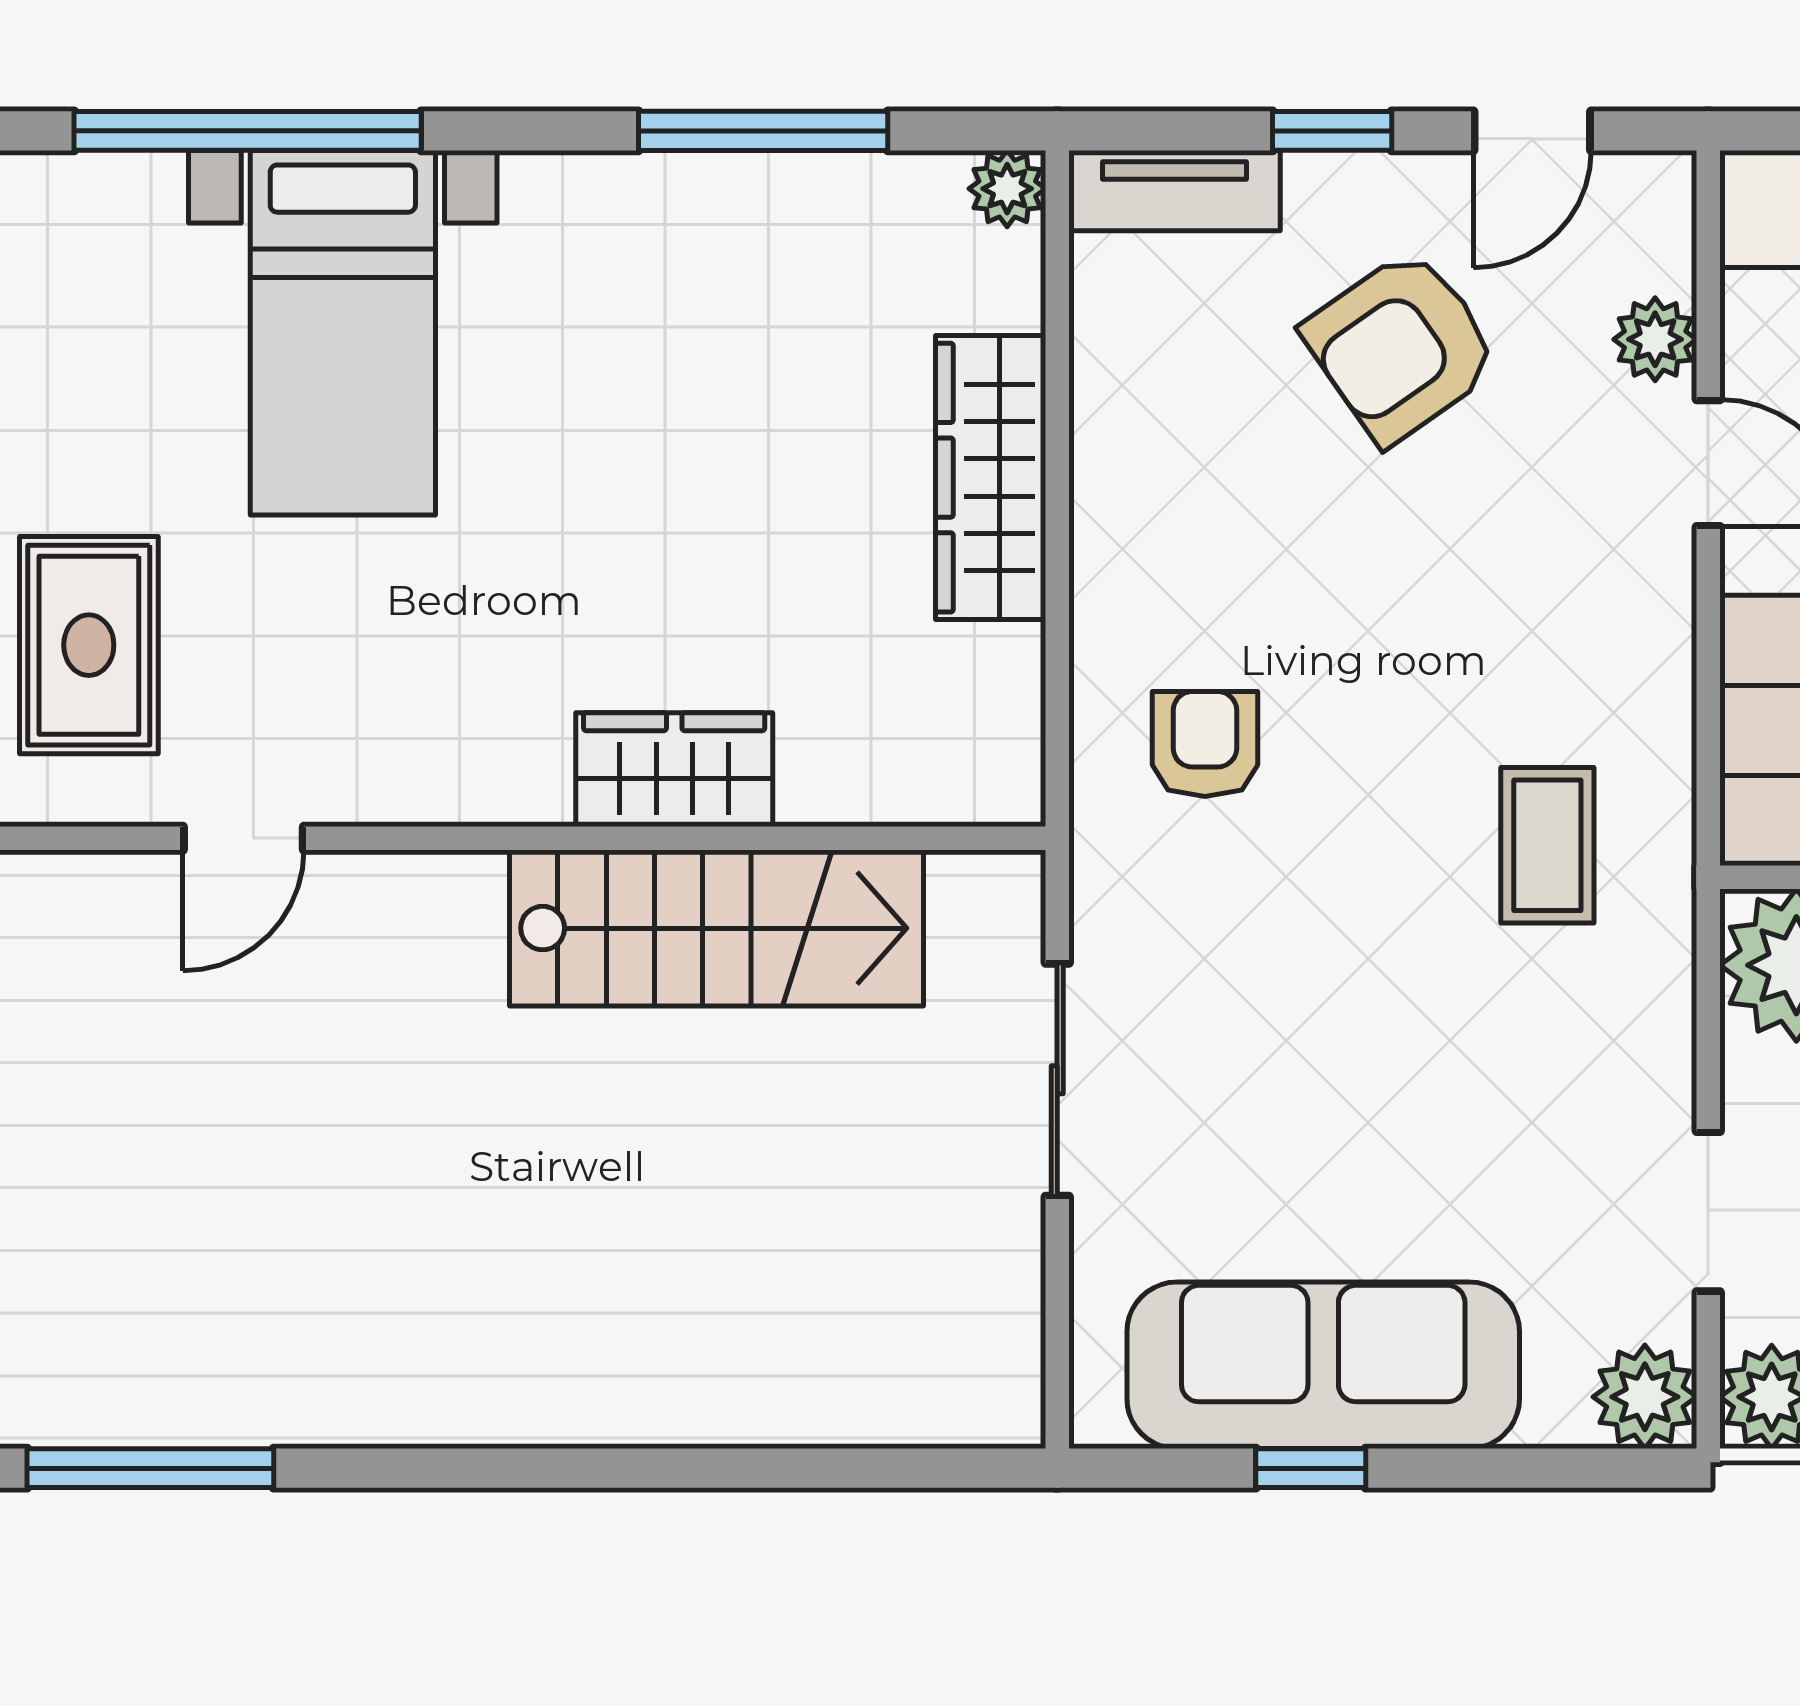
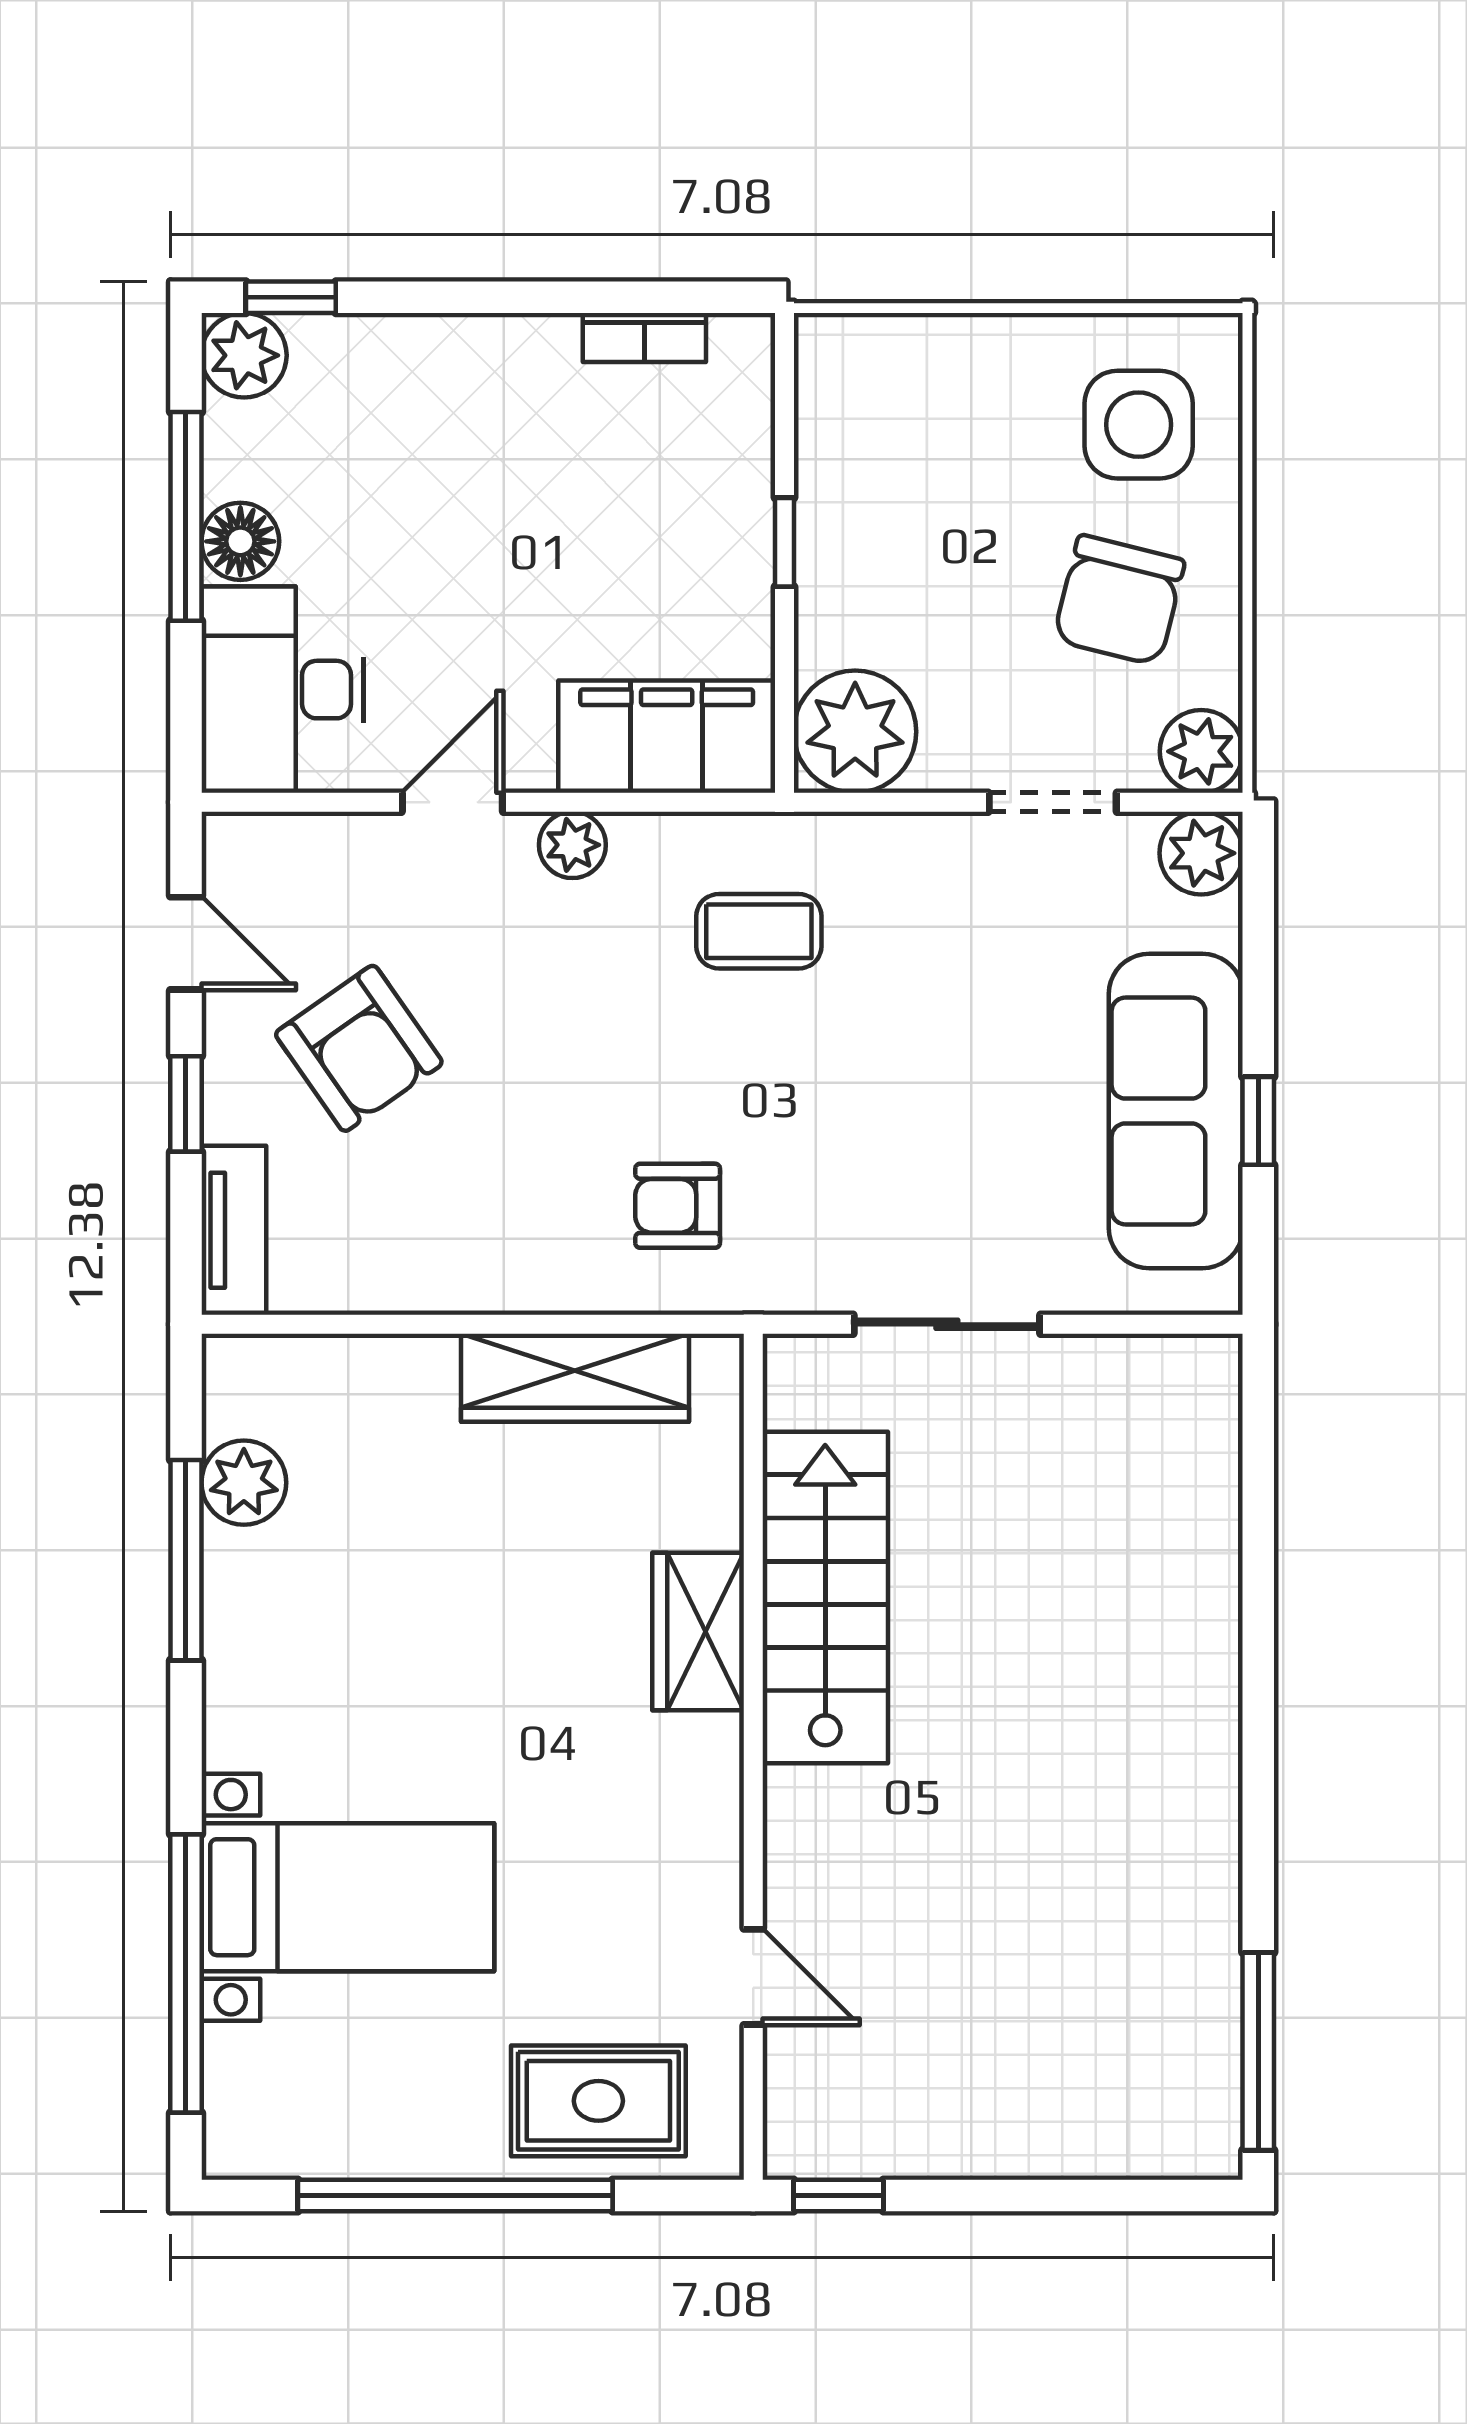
plant: (1007, 189) -> (244, 1483), moved, width x1.38, depth x1.38
plant: (1655, 339) -> (572, 845), moved
wardrobe: (991, 478) -> (575, 1378), moved

